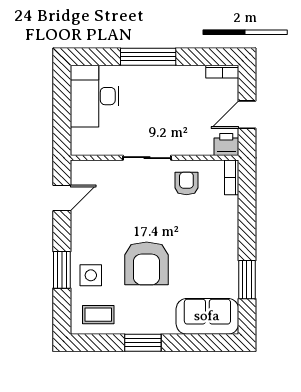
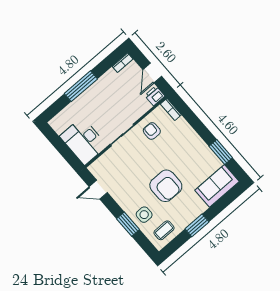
desk: (95, 96) -> (83, 141), moved
door: (62, 198) -> (98, 190), swing flipped

